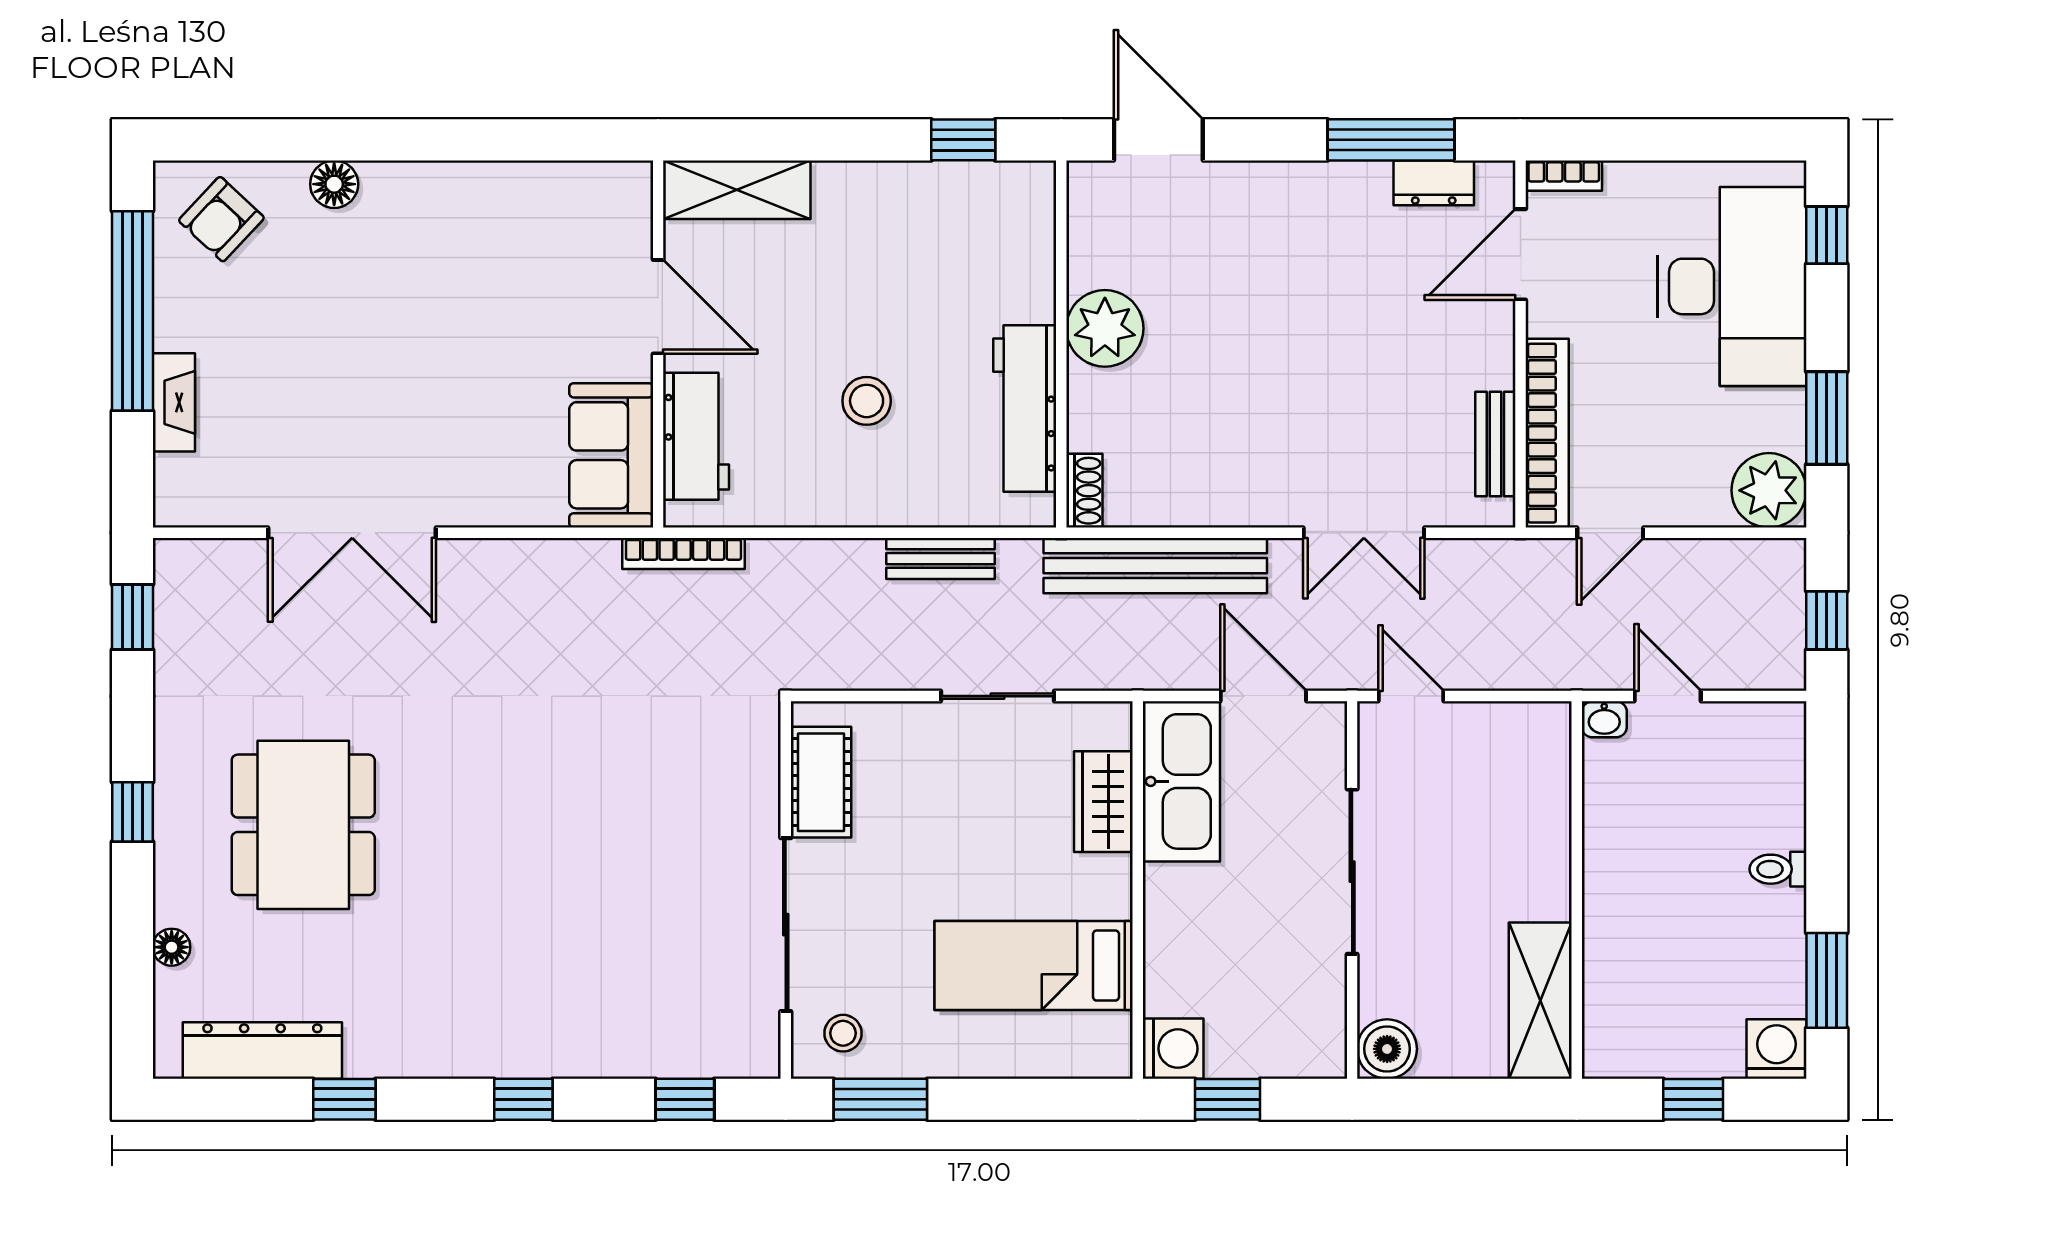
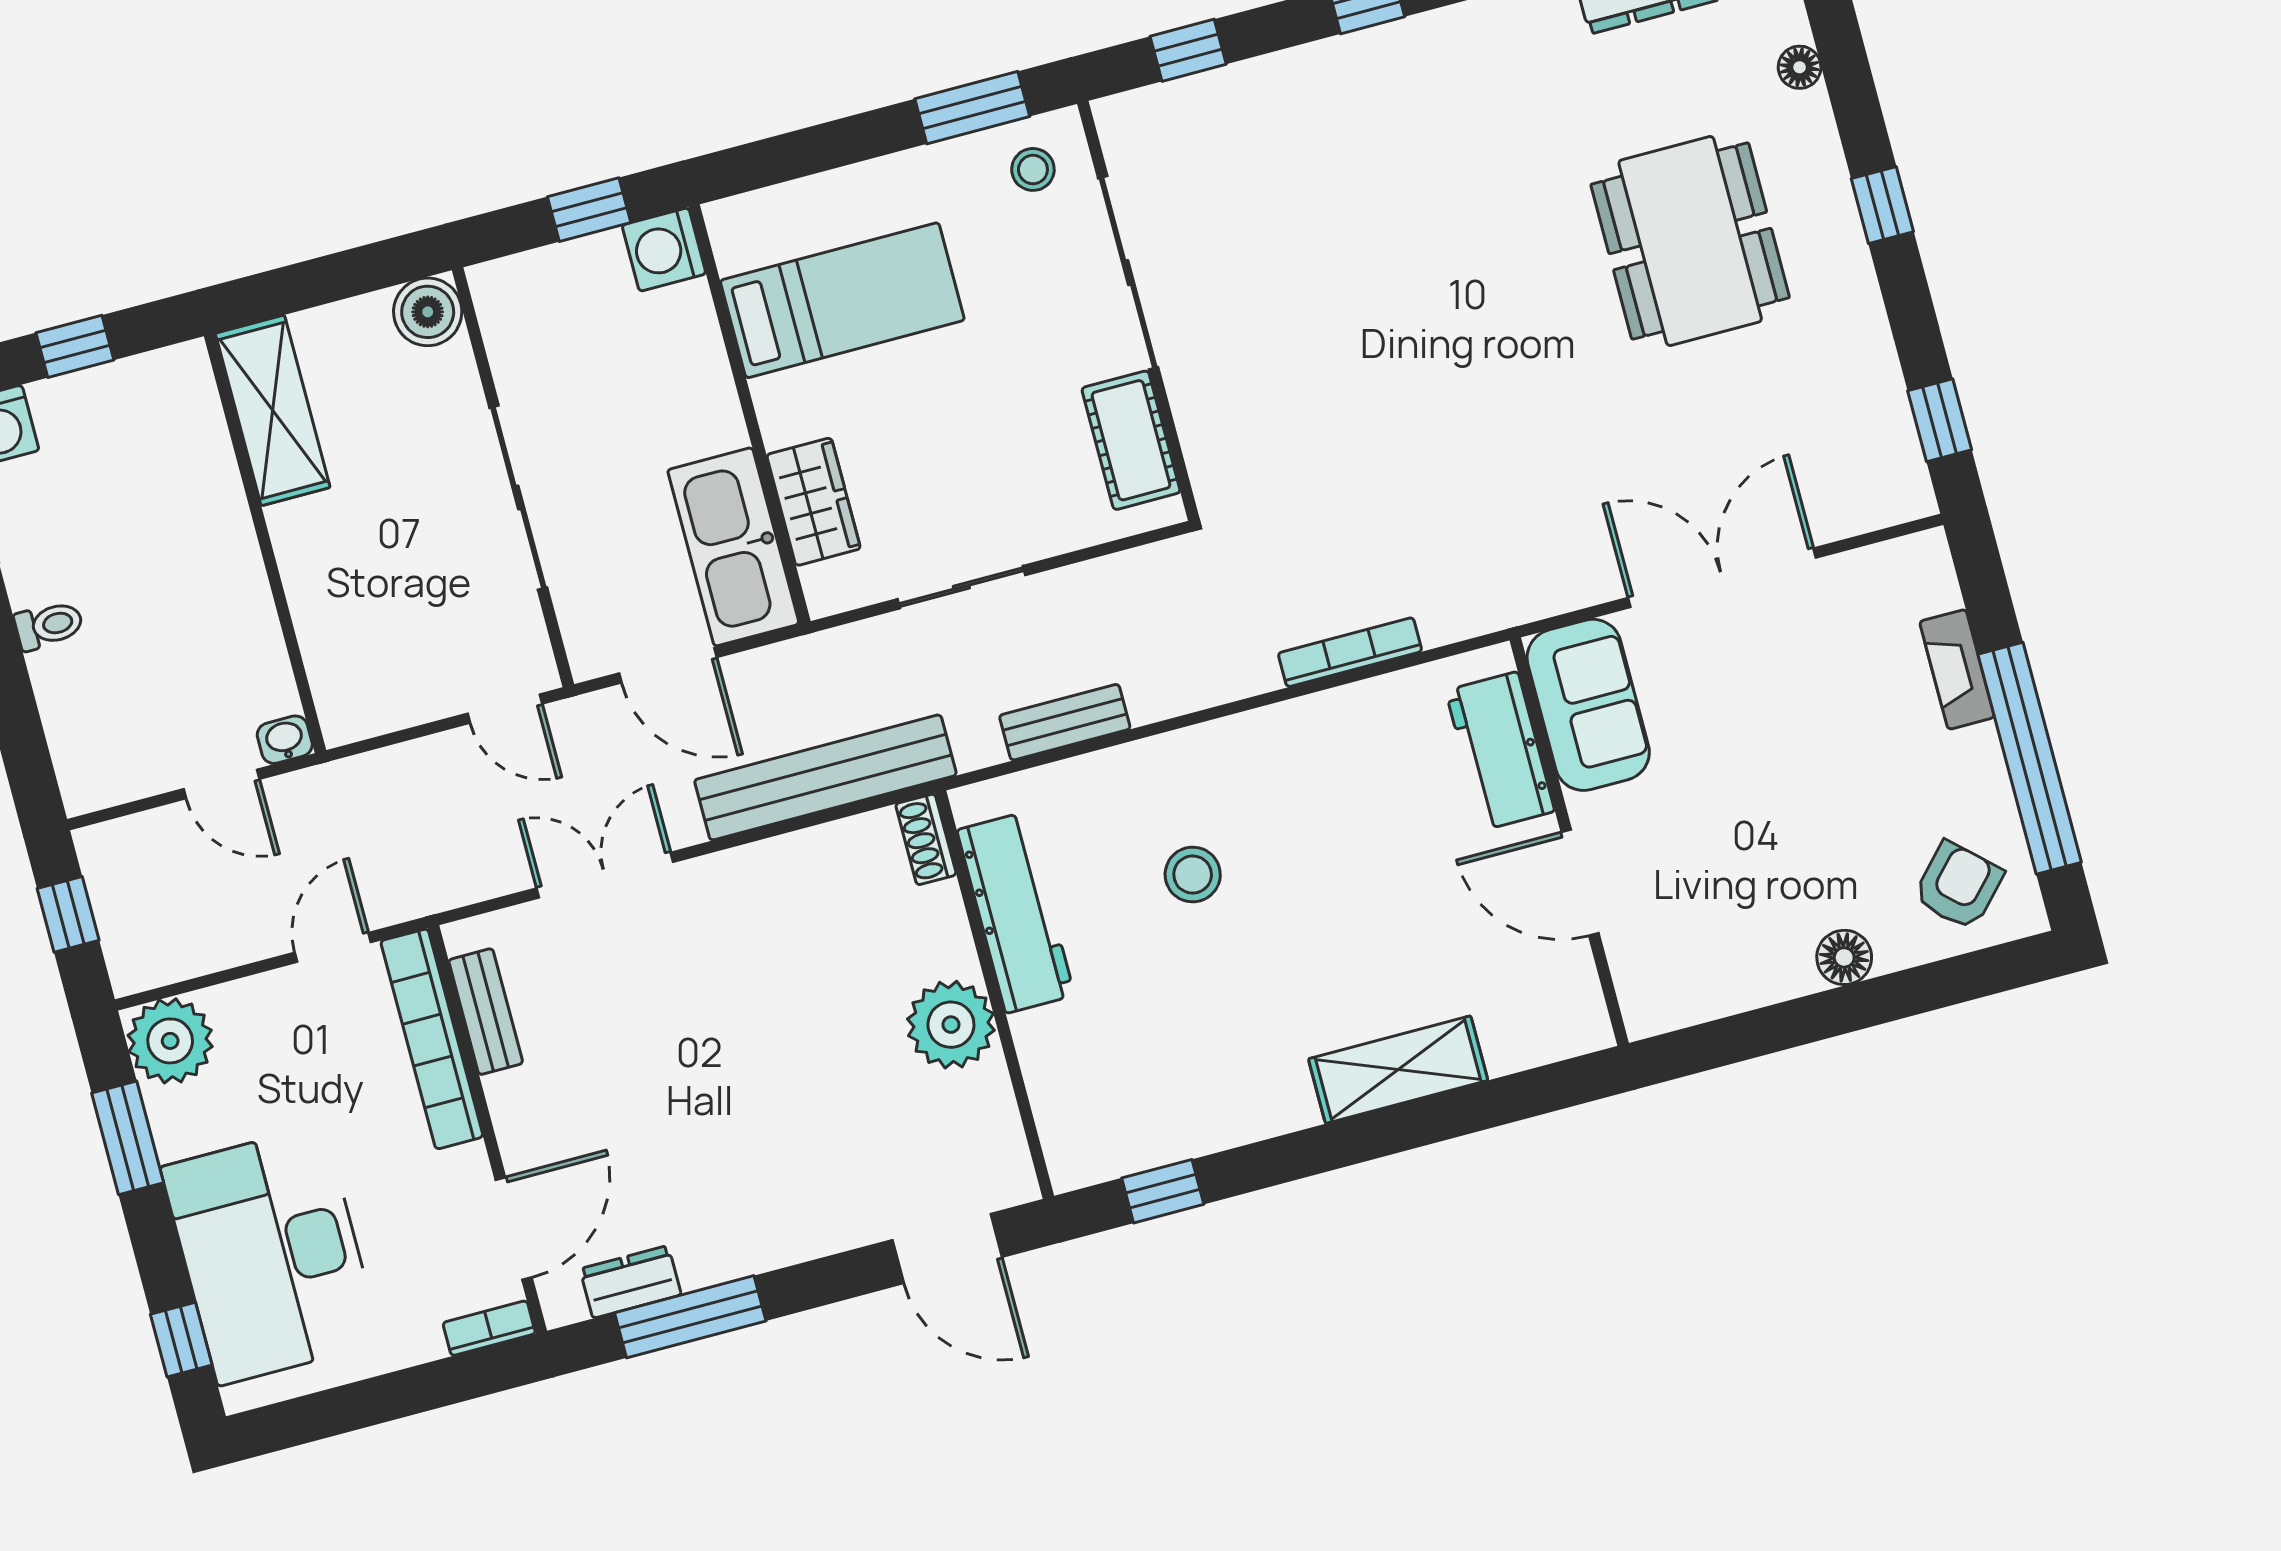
door: (658, 307) -> (1580, 883), moved
wall: (658, 344) -> (1569, 842), moved
workbench: (696, 436) -> (1500, 751), moved
sofa: (611, 455) -> (1588, 705), moved

